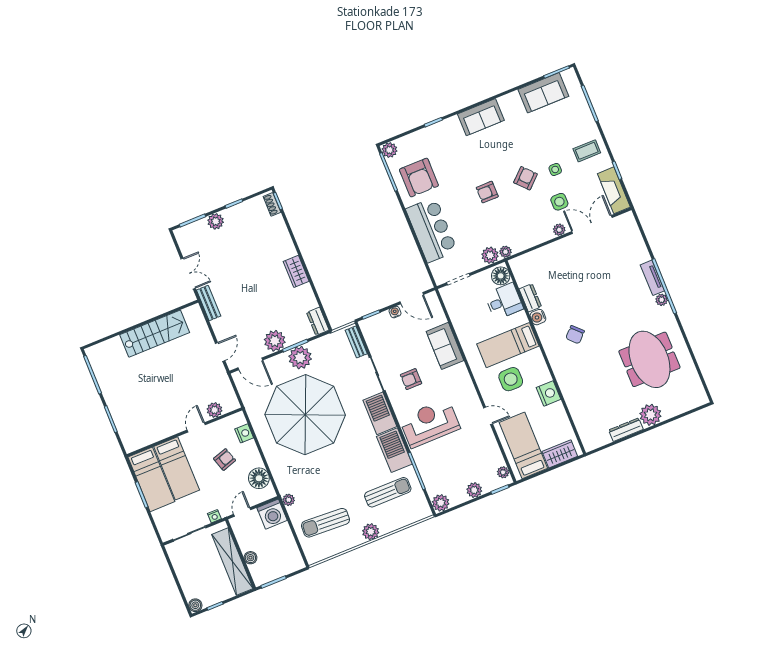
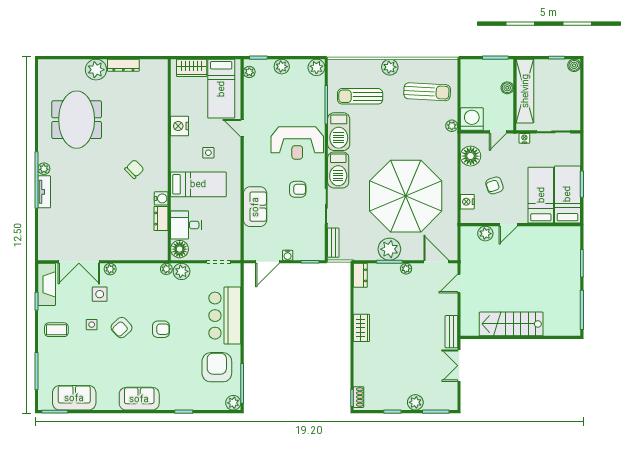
door: (412, 298) -> (267, 262), swing flipped
plant: (275, 341) -> (406, 269), width x0.53, depth x0.53
side table: (511, 379) -> (208, 153), width x0.54, depth x0.54

